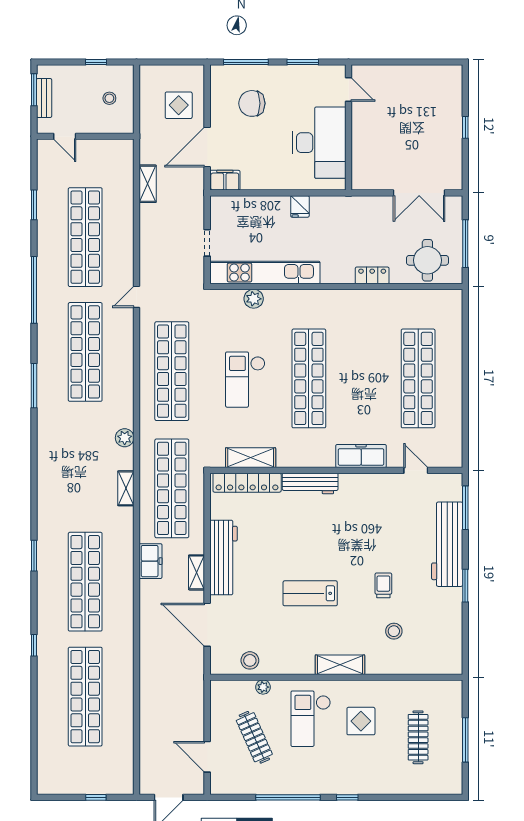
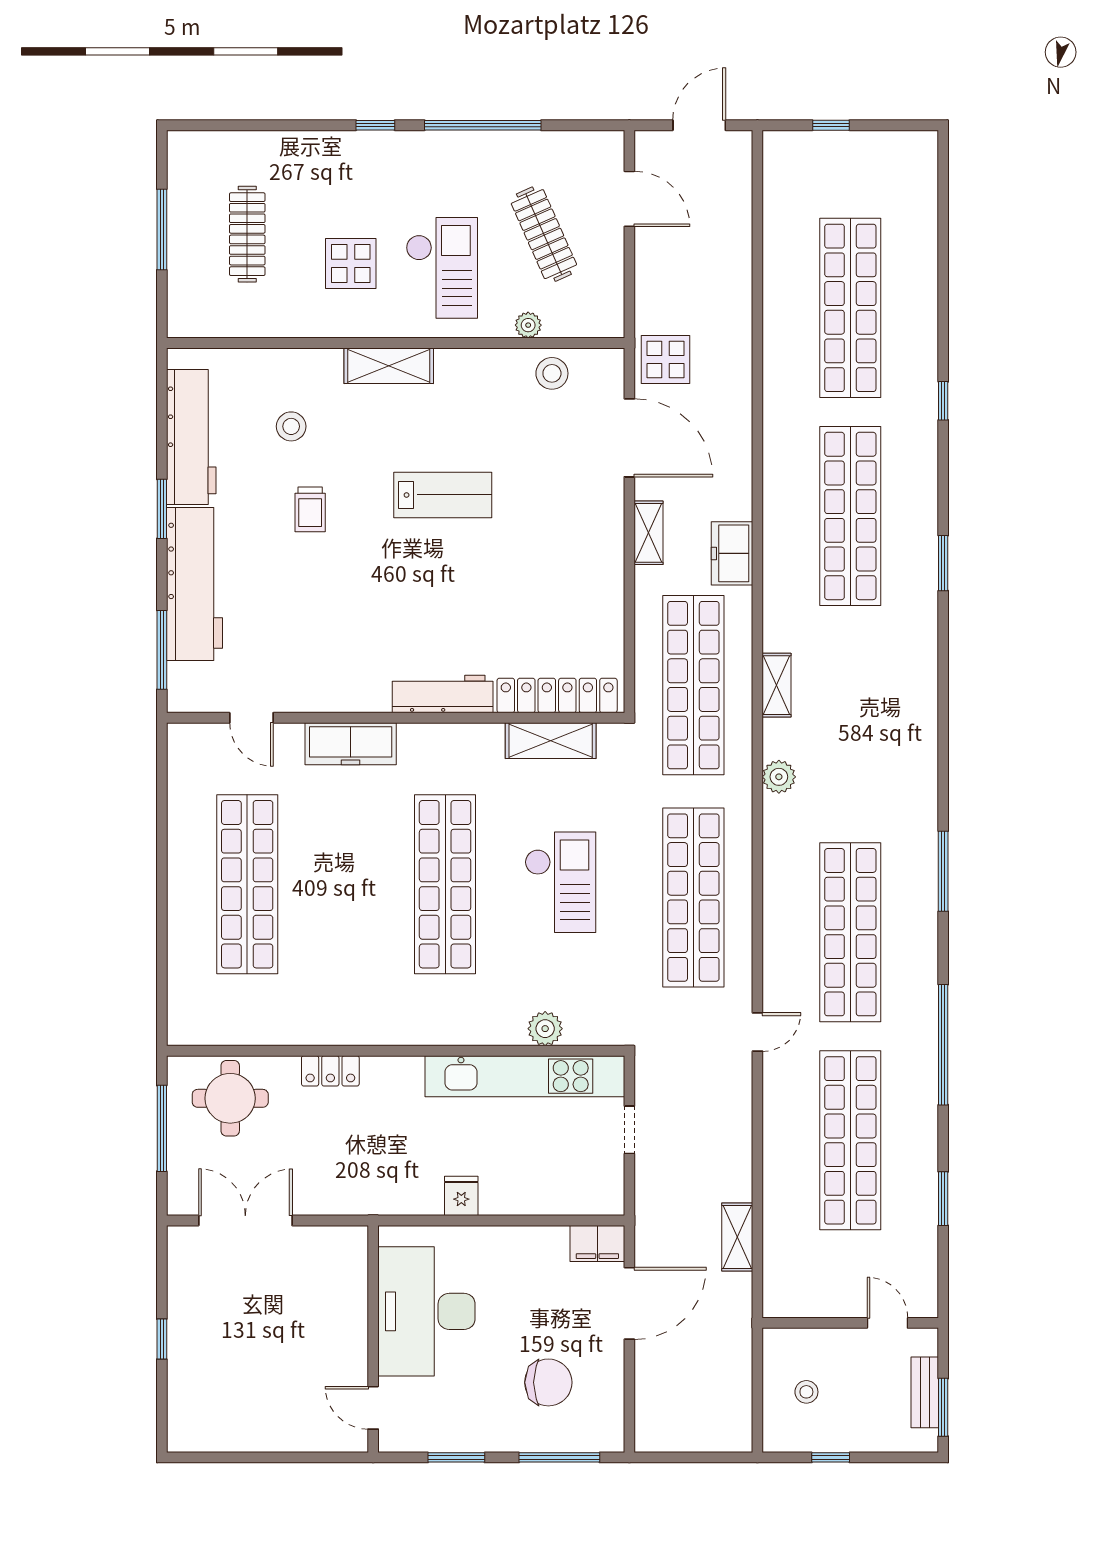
display table: (179, 105) -> (666, 359), moved
workbench: (223, 558) -> (191, 437), moved, turned 180

